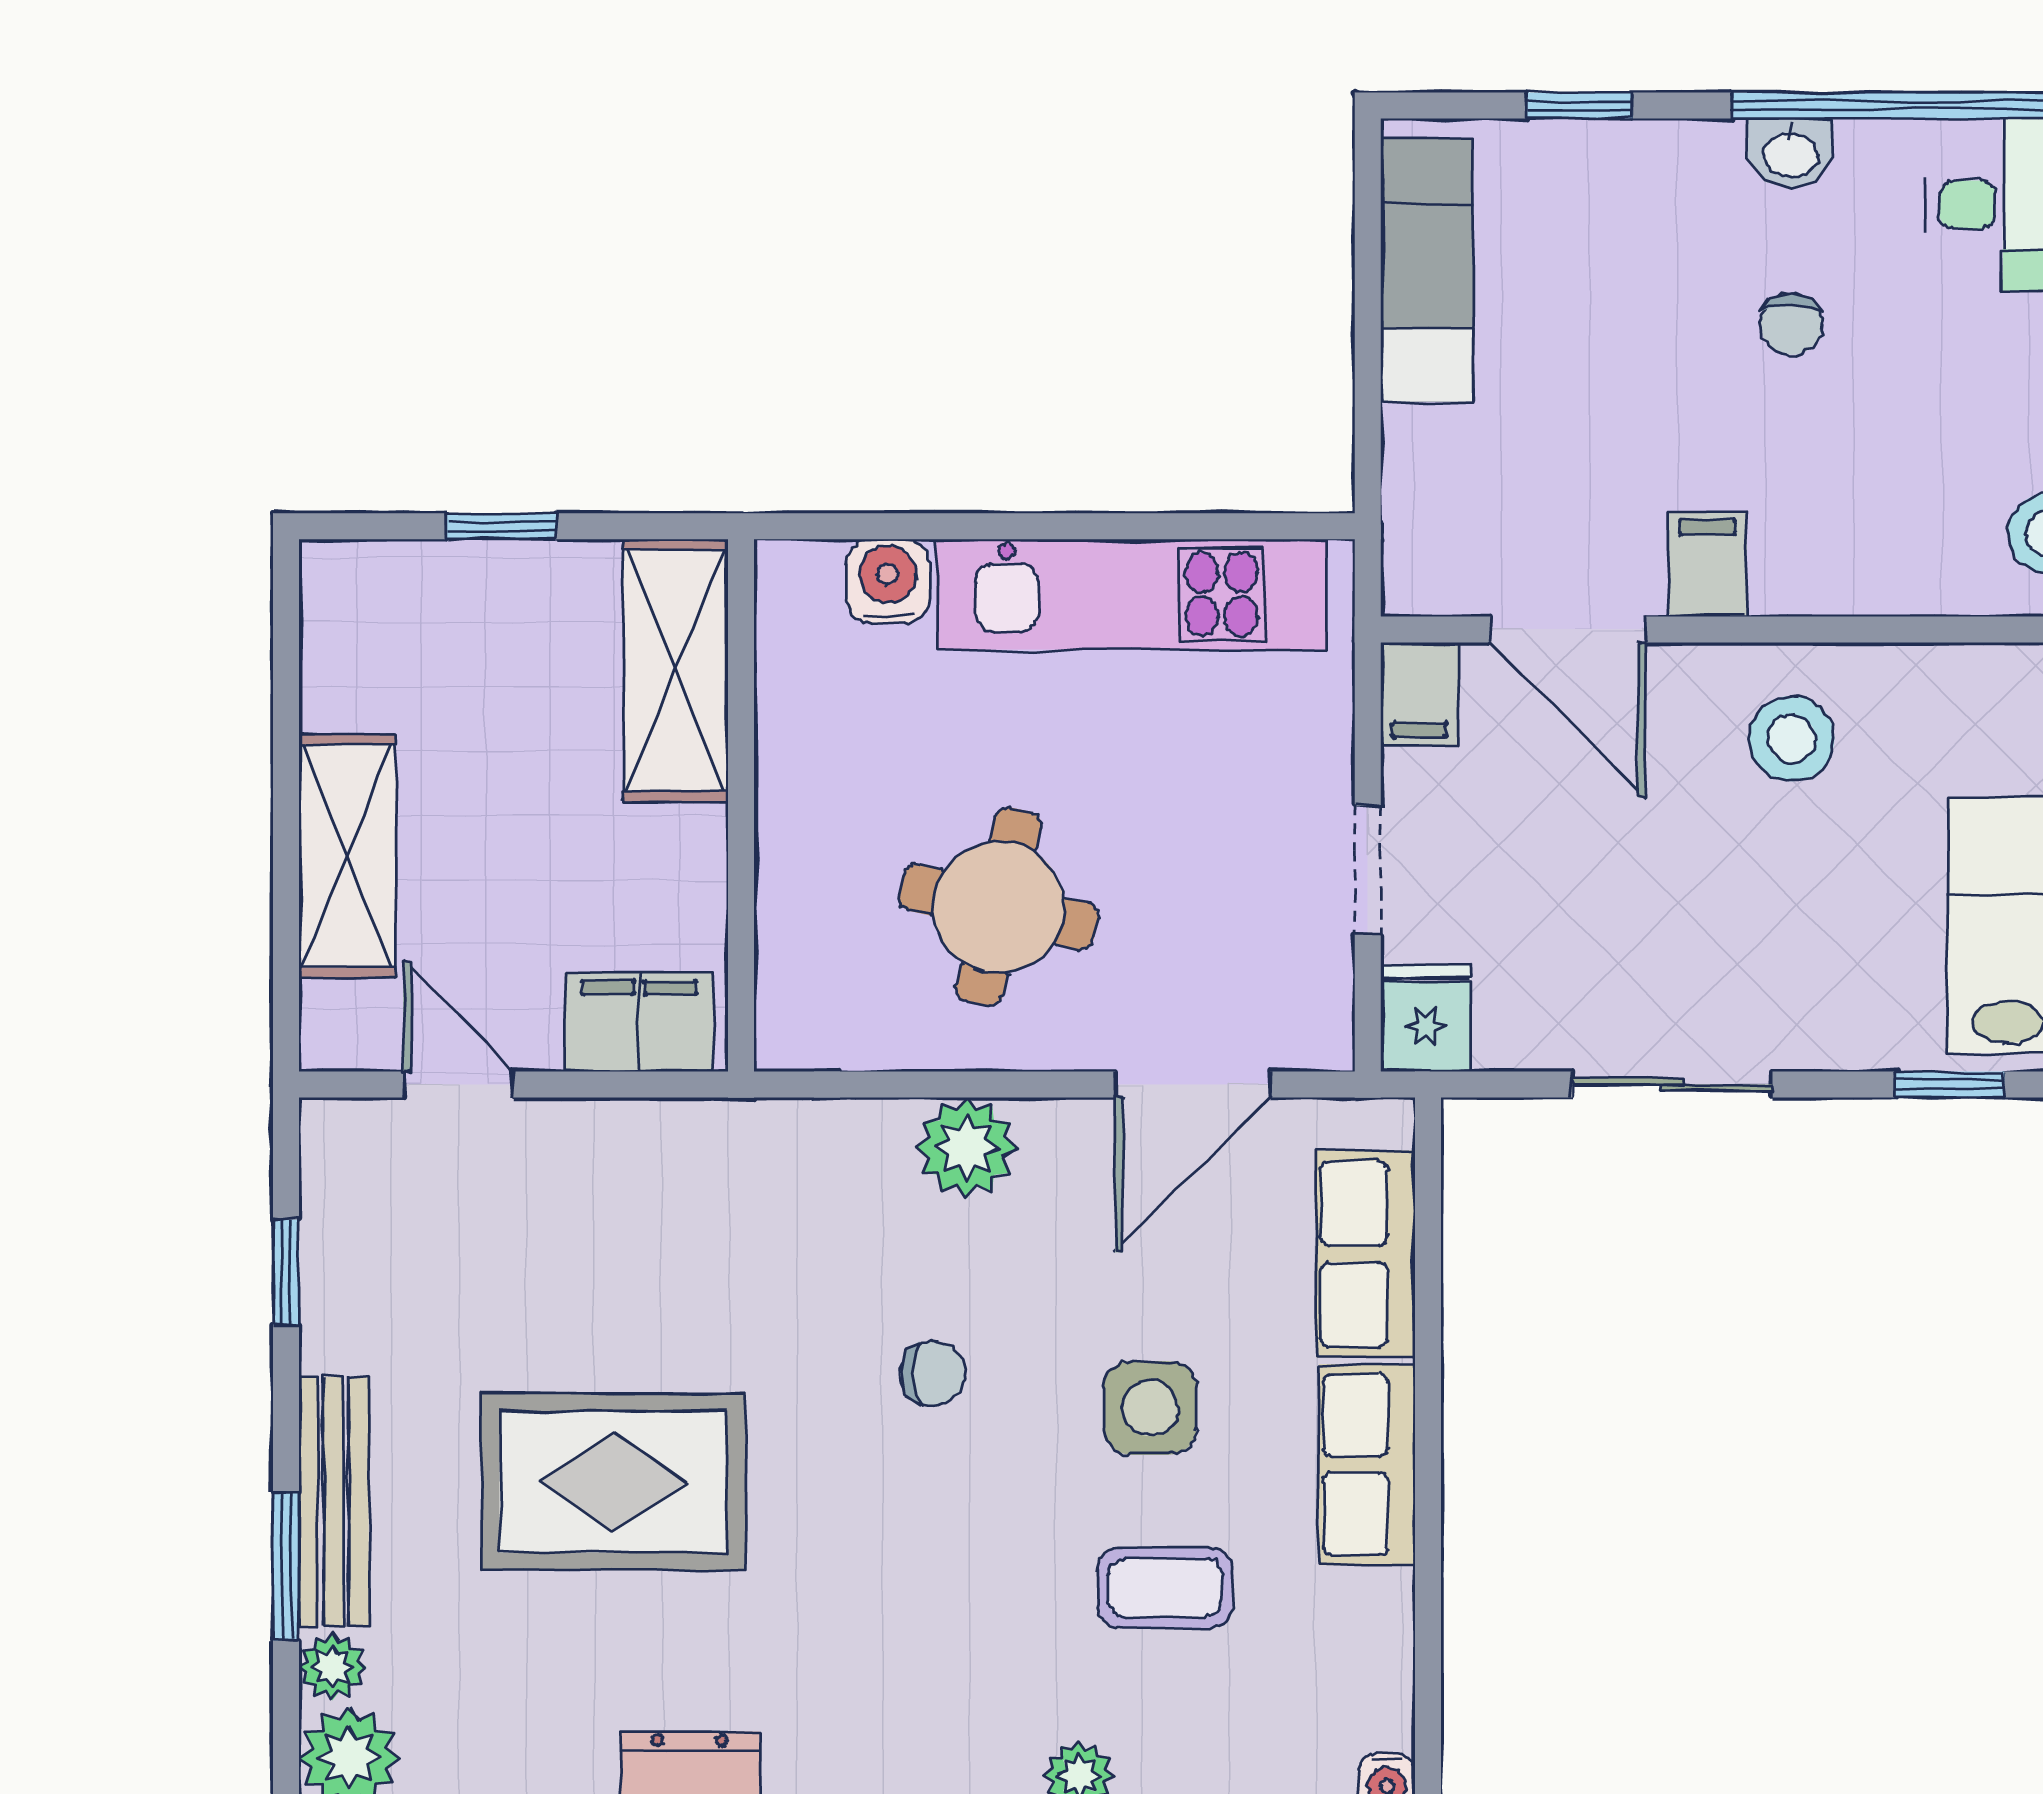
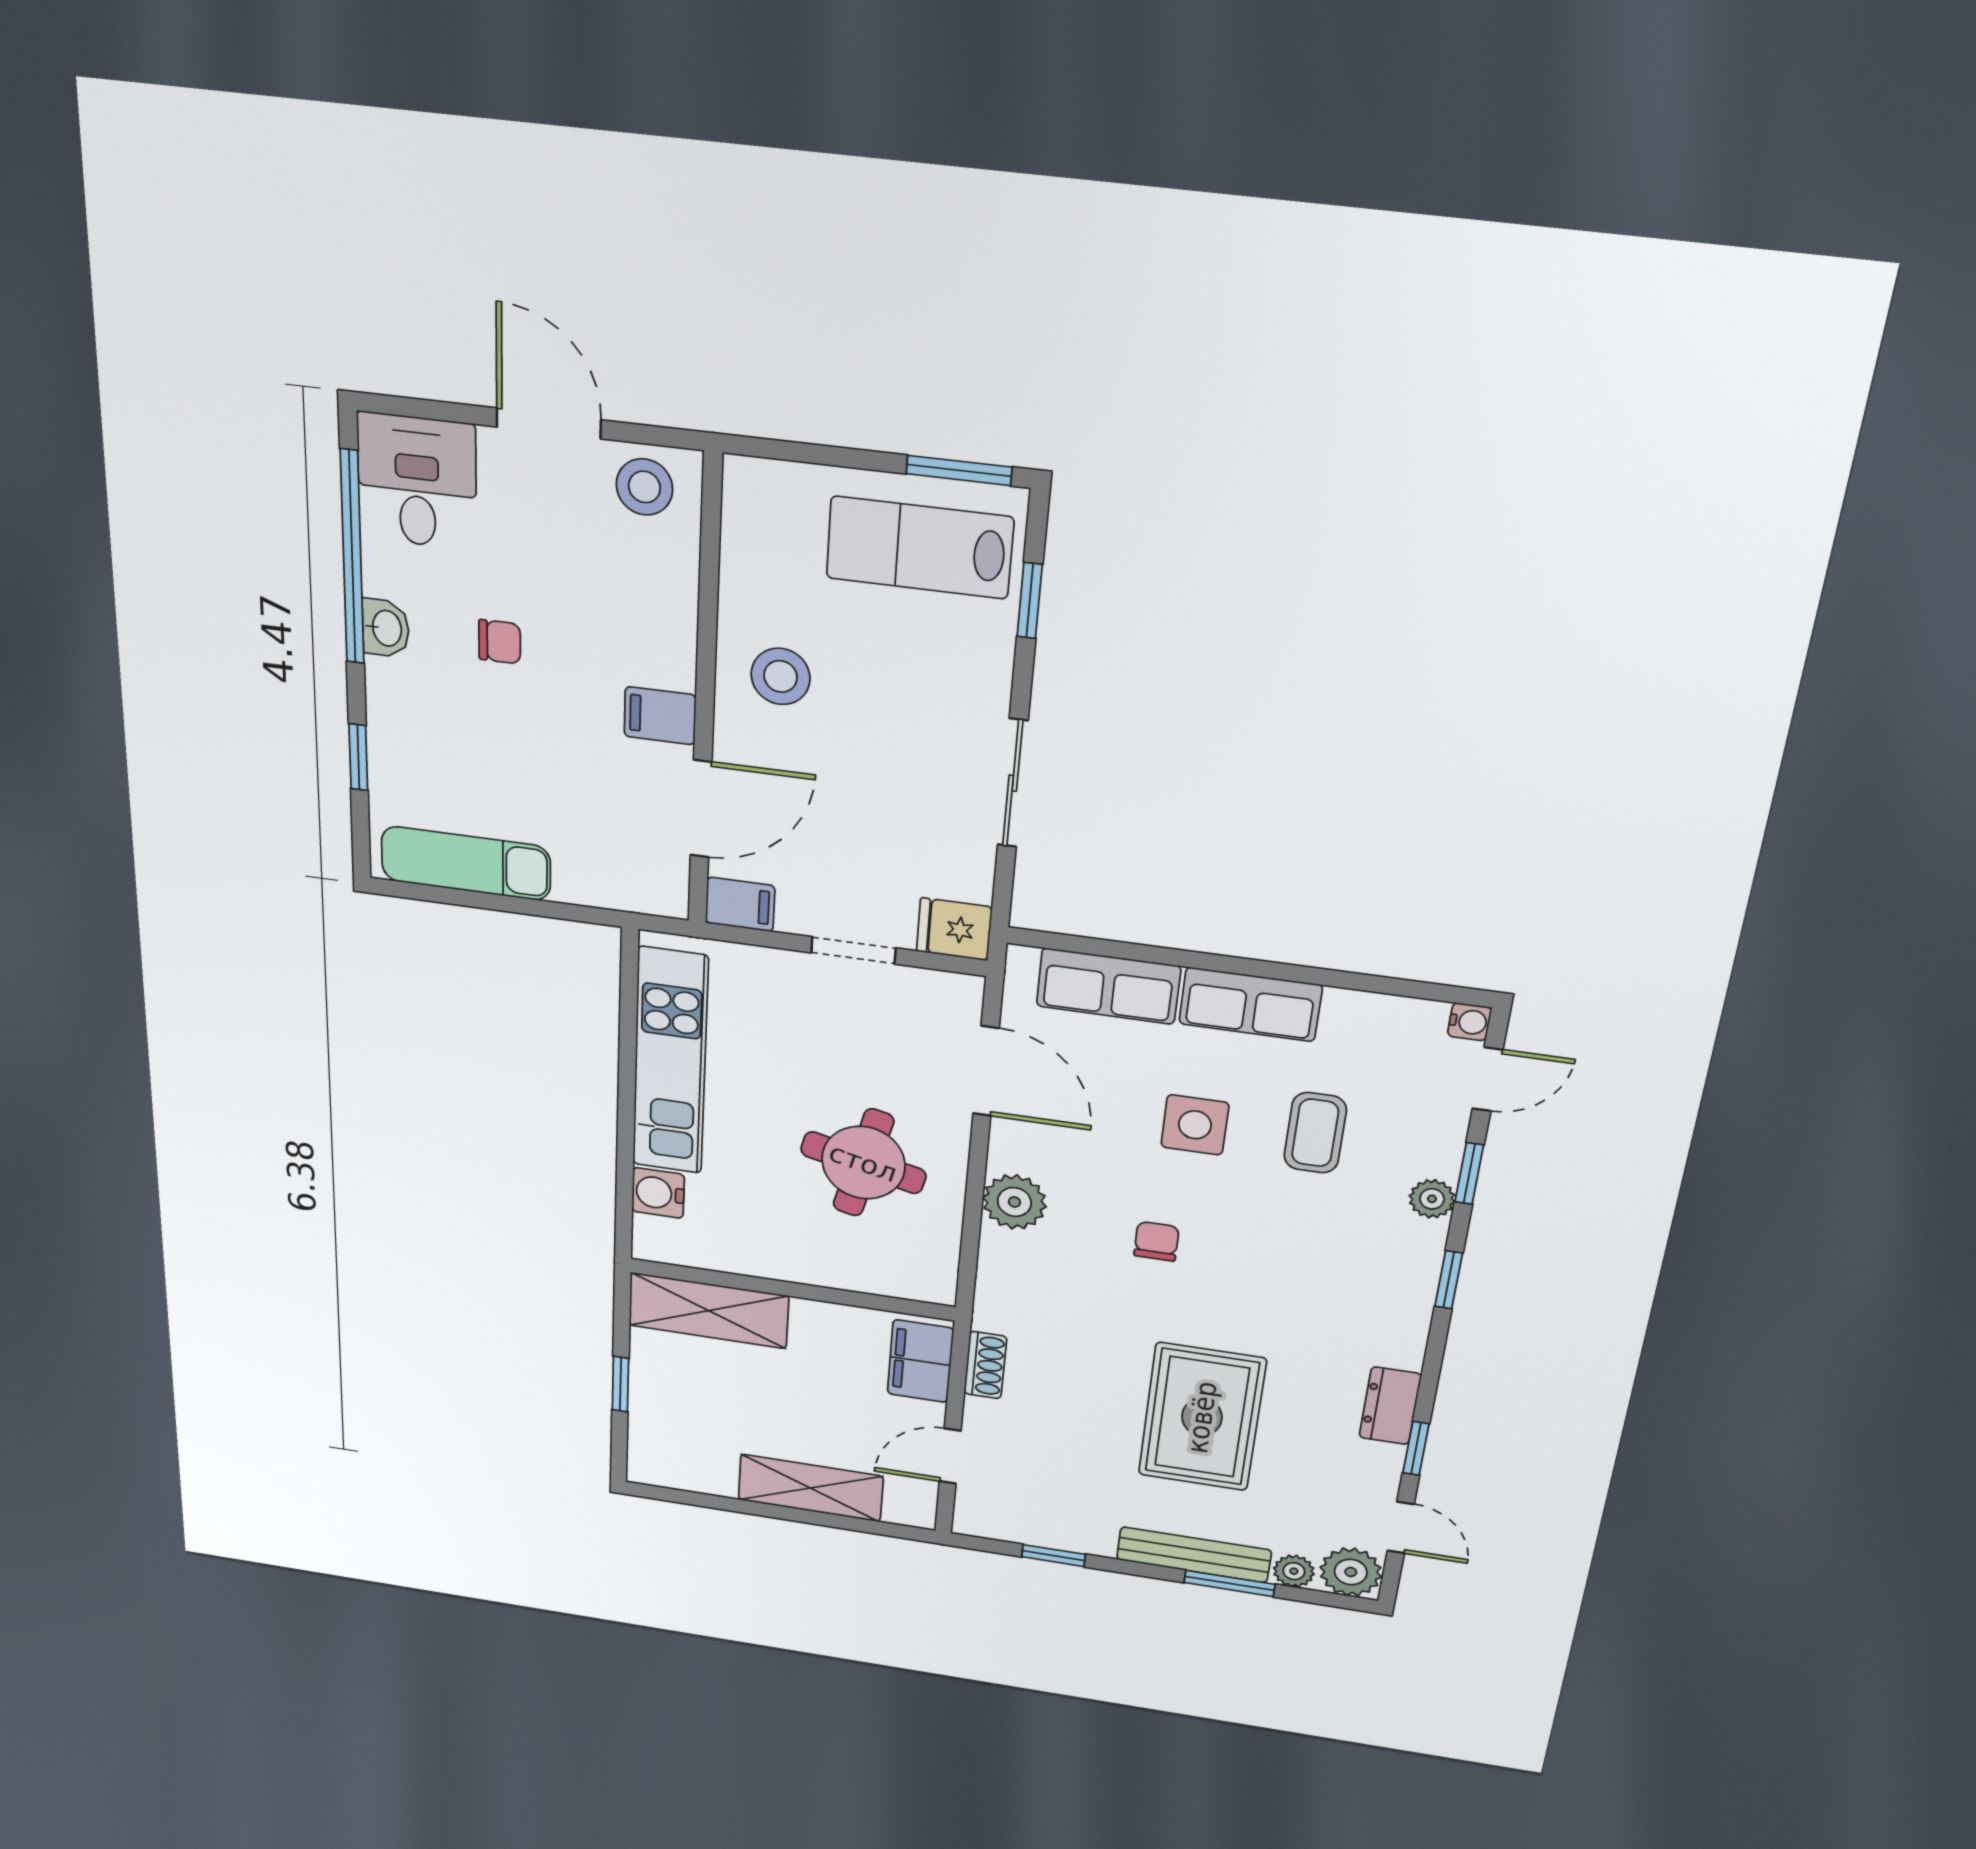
shoe rack: (651, 1128) -> (985, 1365), added

